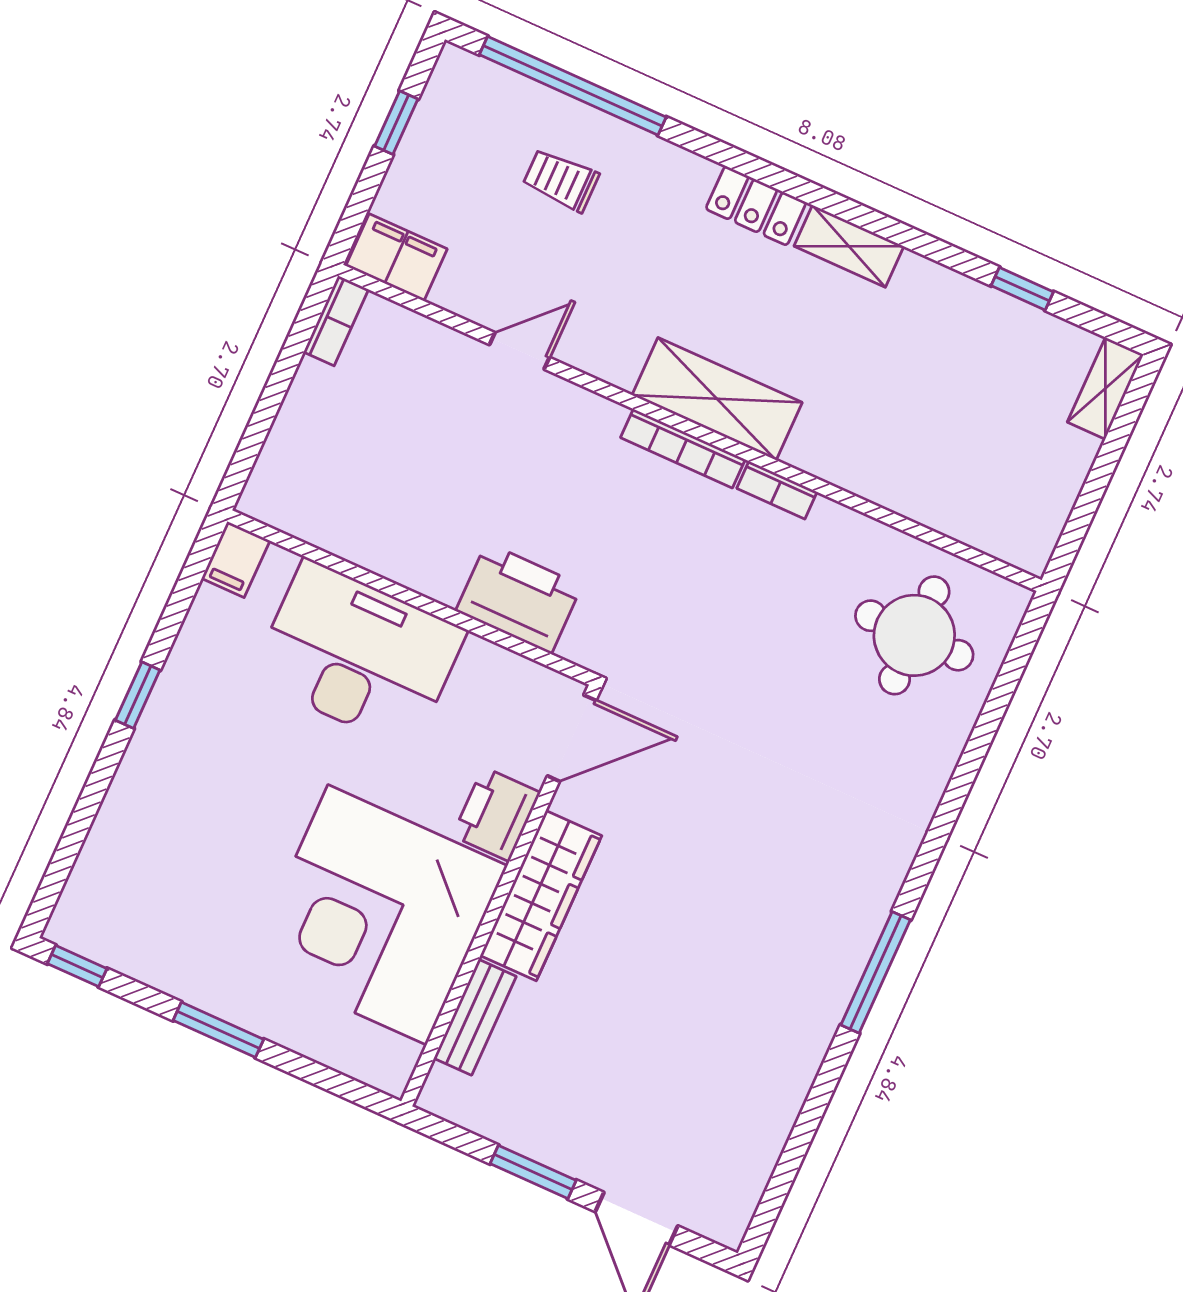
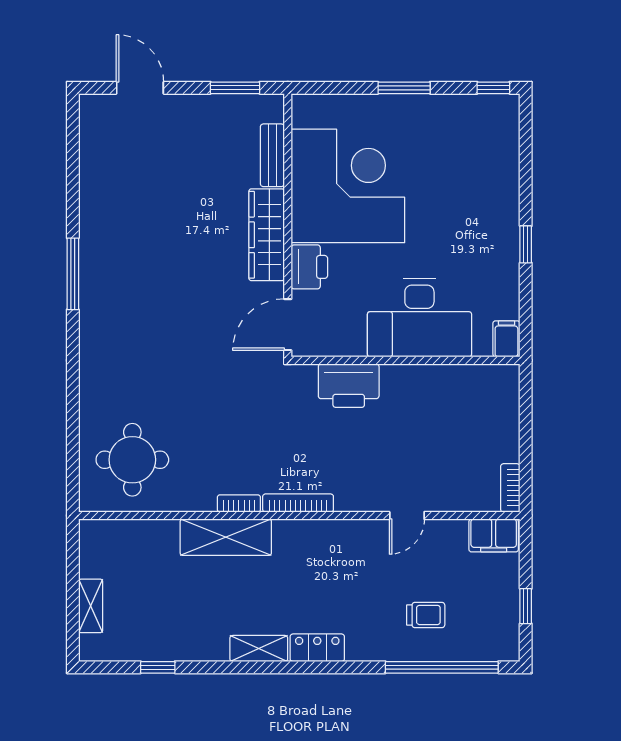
shelving: (1105, 388) -> (91, 606), moved
shelving: (717, 399) -> (226, 537), moved
window: (533, 1172) -> (235, 88), moved

